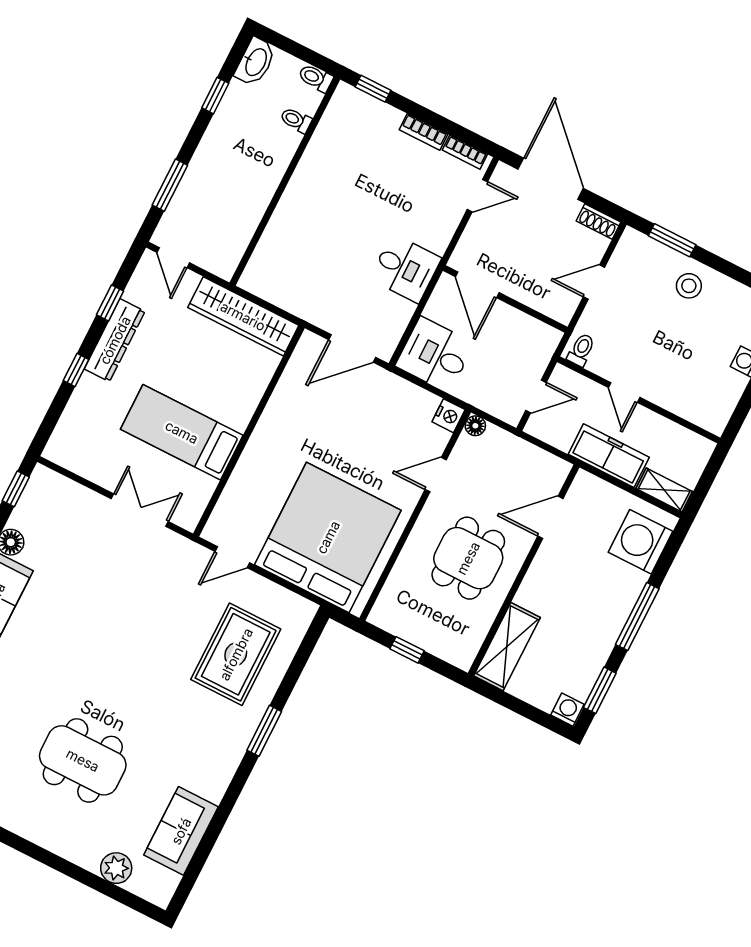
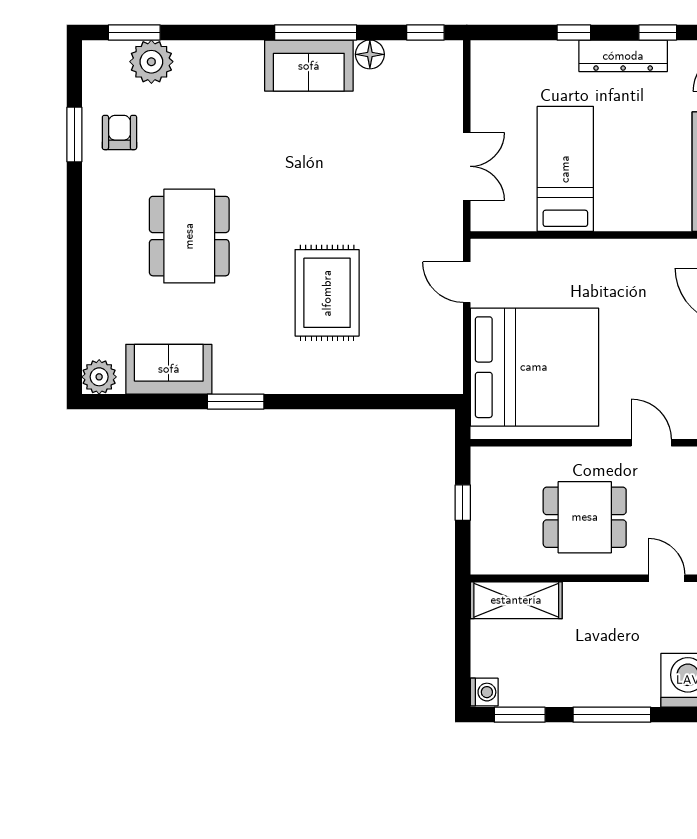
door: (550, 517) -> (667, 578), width x0.73
rug: (236, 654) -> (327, 293), moved, turned 90
window: (264, 731) -> (236, 402), moved
plant: (116, 868) -> (99, 377), moved

